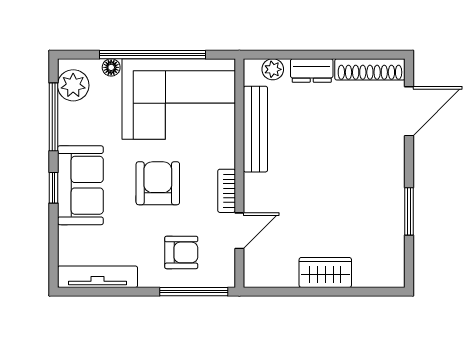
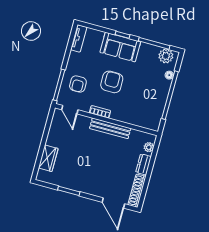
corner sofa: (179, 99) -> (147, 102), removed
bench: (255, 129) -> (110, 128), moved
armchair: (158, 183) -> (112, 82), turned -90
door: (239, 231) -> (70, 110), moved
wardrobe: (325, 272) -> (48, 158), moved
tv unit: (97, 277) -> (79, 38), width x0.71

